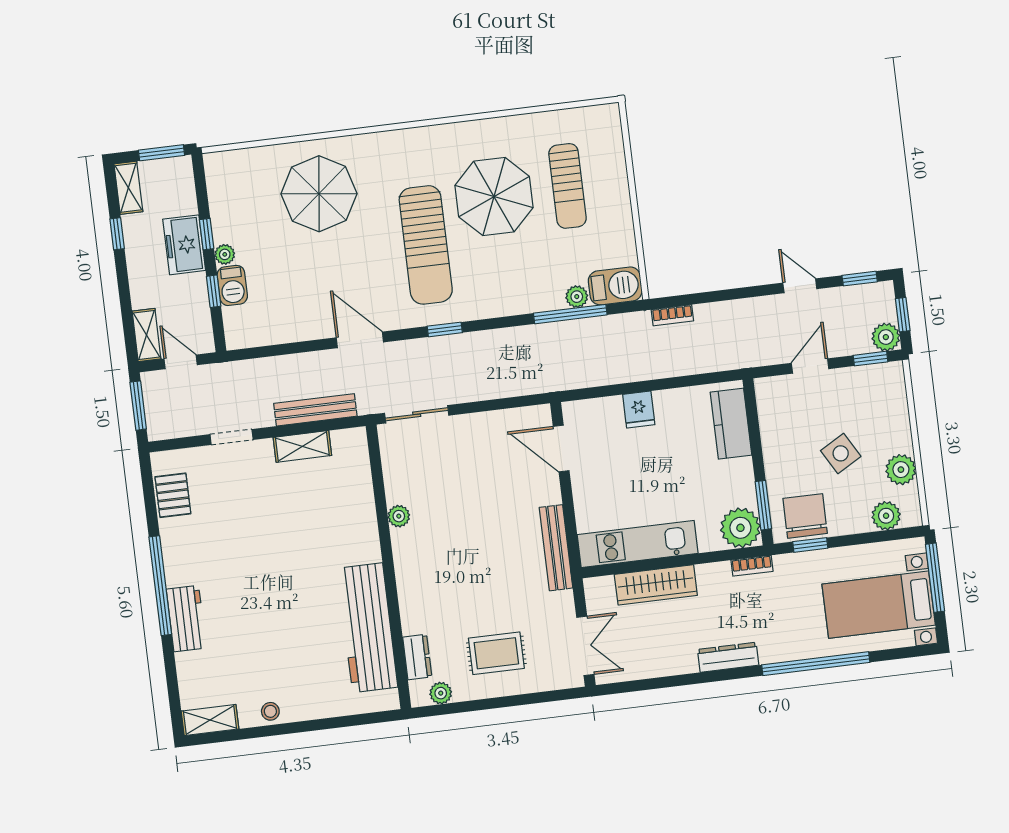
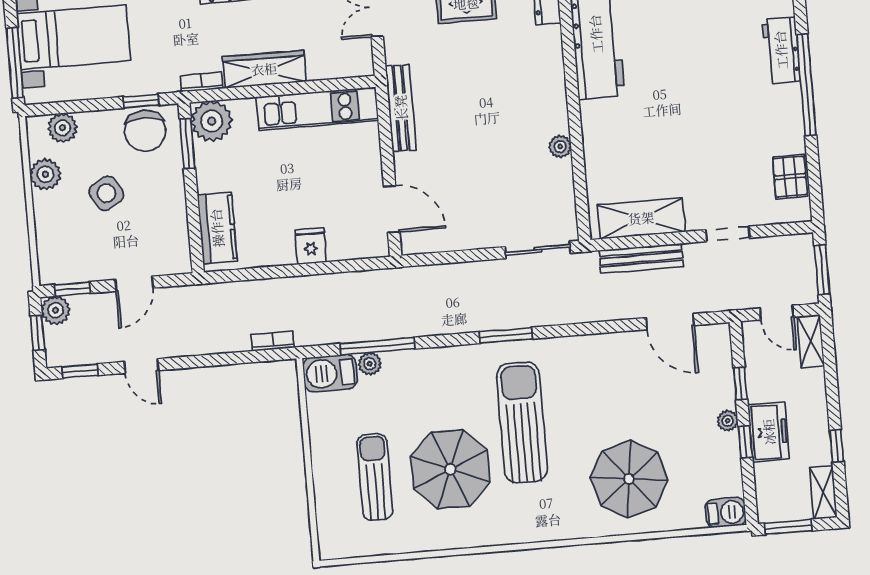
barbecue: (232, 285) -> (726, 513), moved, turned 90
window: (445, 329) -> (506, 335), width x1.50
door: (360, 340) -> (670, 322), moved
shelving: (302, 446) -> (641, 218), width x1.50, depth x1.33
wardrobe: (656, 585) -> (264, 69), moved

